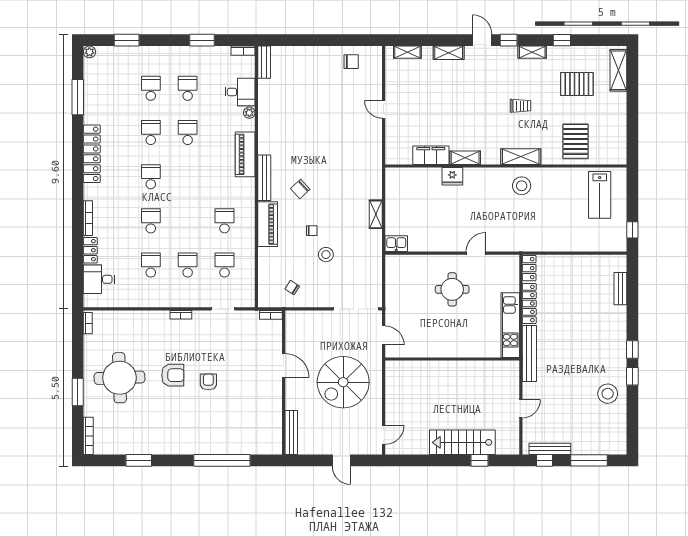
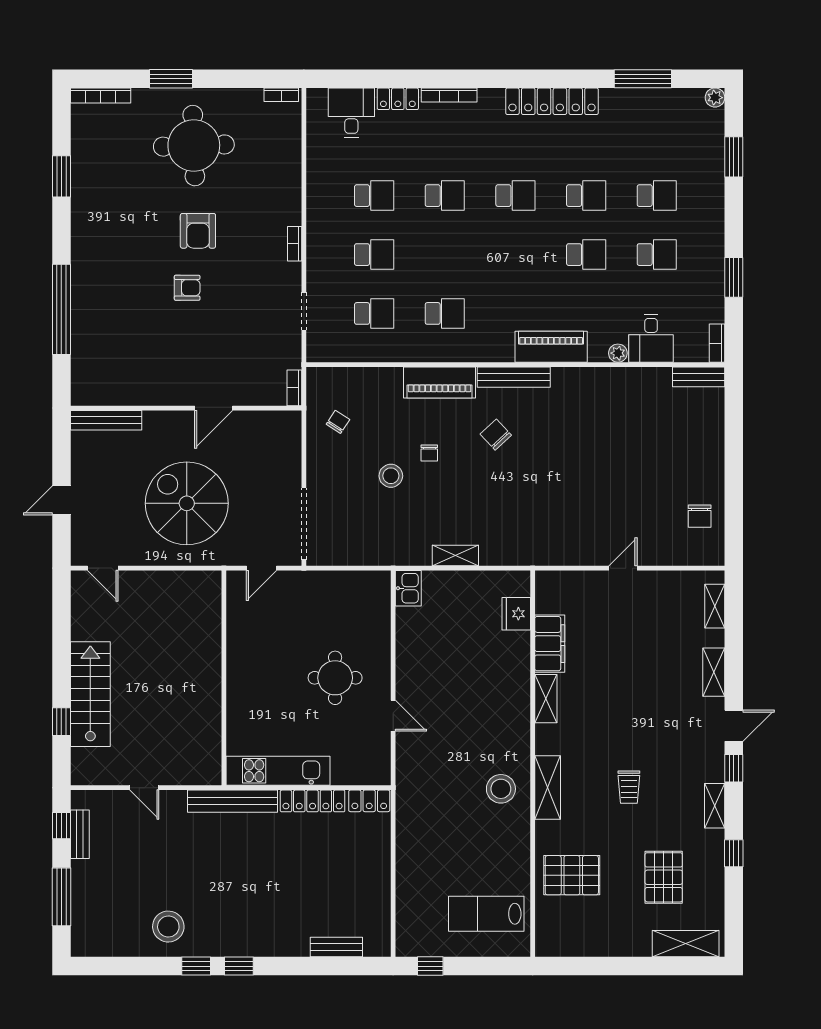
fridge: (452, 176) -> (516, 614), moved
bench: (550, 449) -> (80, 834), width x0.73

